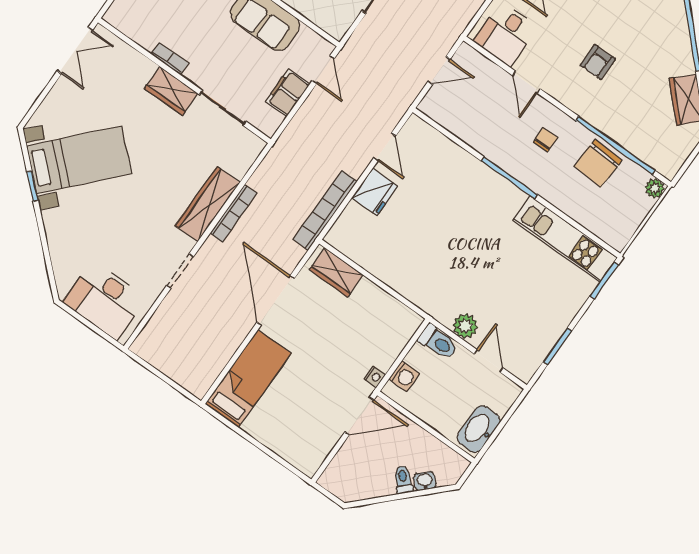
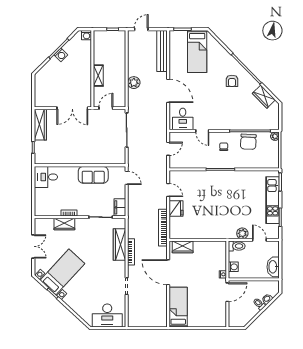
double door: (75, 51) -> (33, 246), moved
armchair: (598, 62) -> (232, 81), moved
wardrobe: (171, 91) -> (64, 224), moved
filing cabinet: (288, 93) -> (120, 207), moved
wardrobe: (207, 204) -> (119, 245), moved
kitchen unit: (565, 239) -> (273, 200), moved, turned 90

